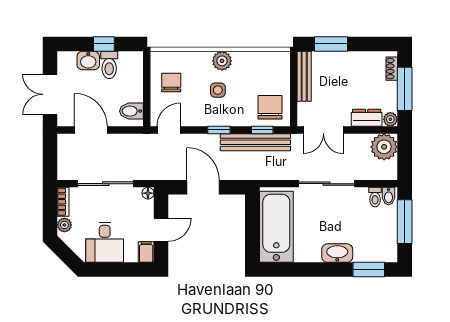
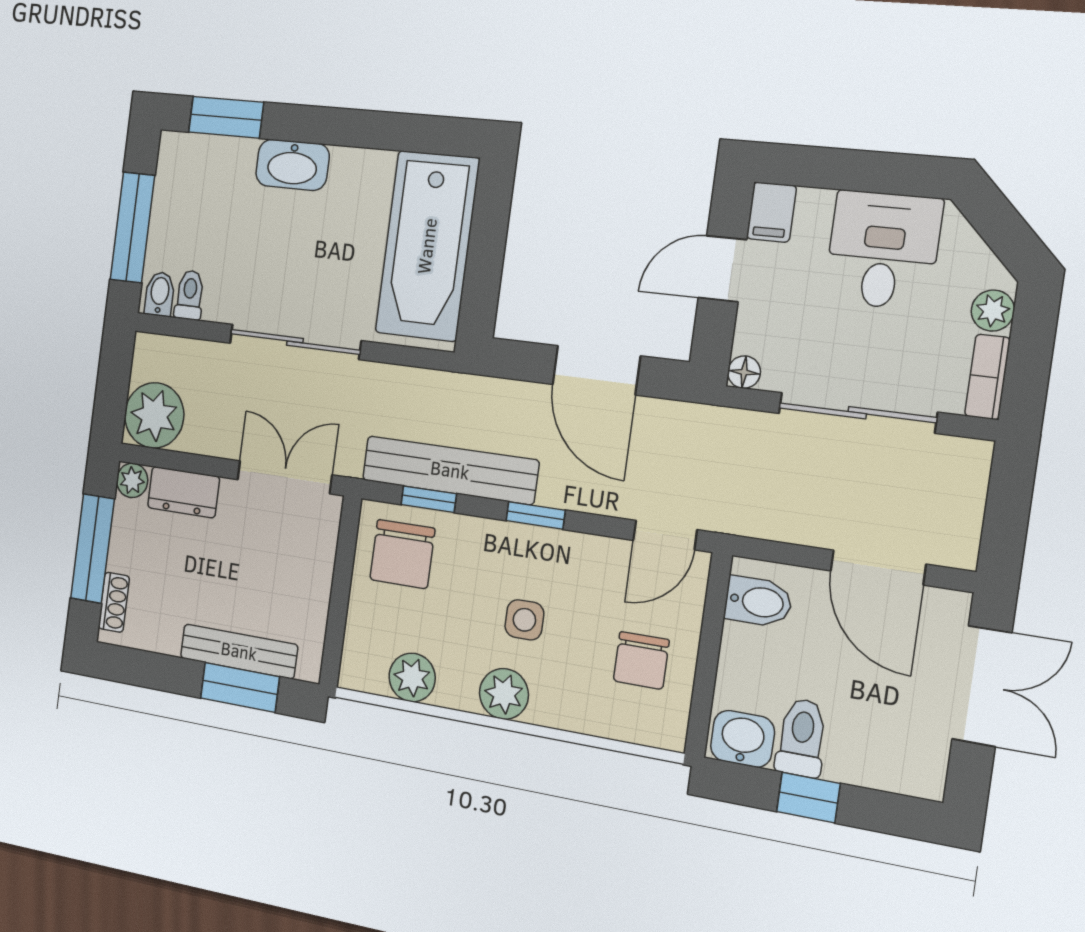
washbasin: (88, 61) -> (742, 739), moved
plant: (259, 61) -> (412, 677), added
bench: (304, 76) -> (239, 651), moved, turned 90

